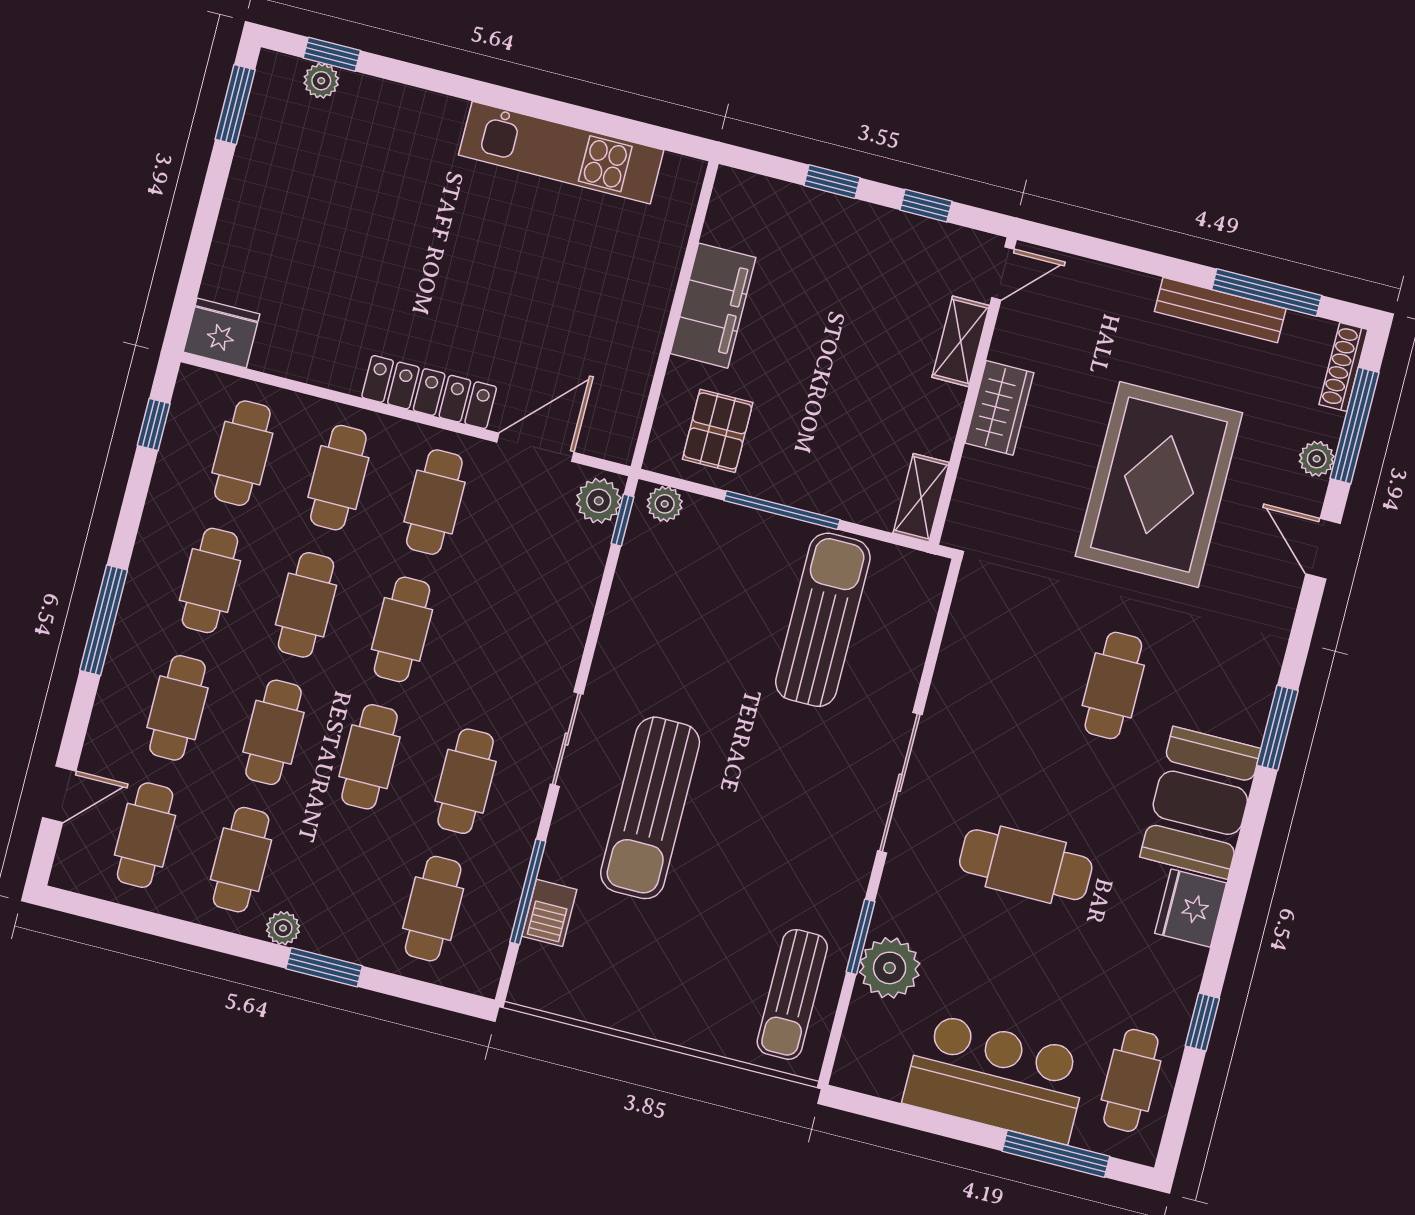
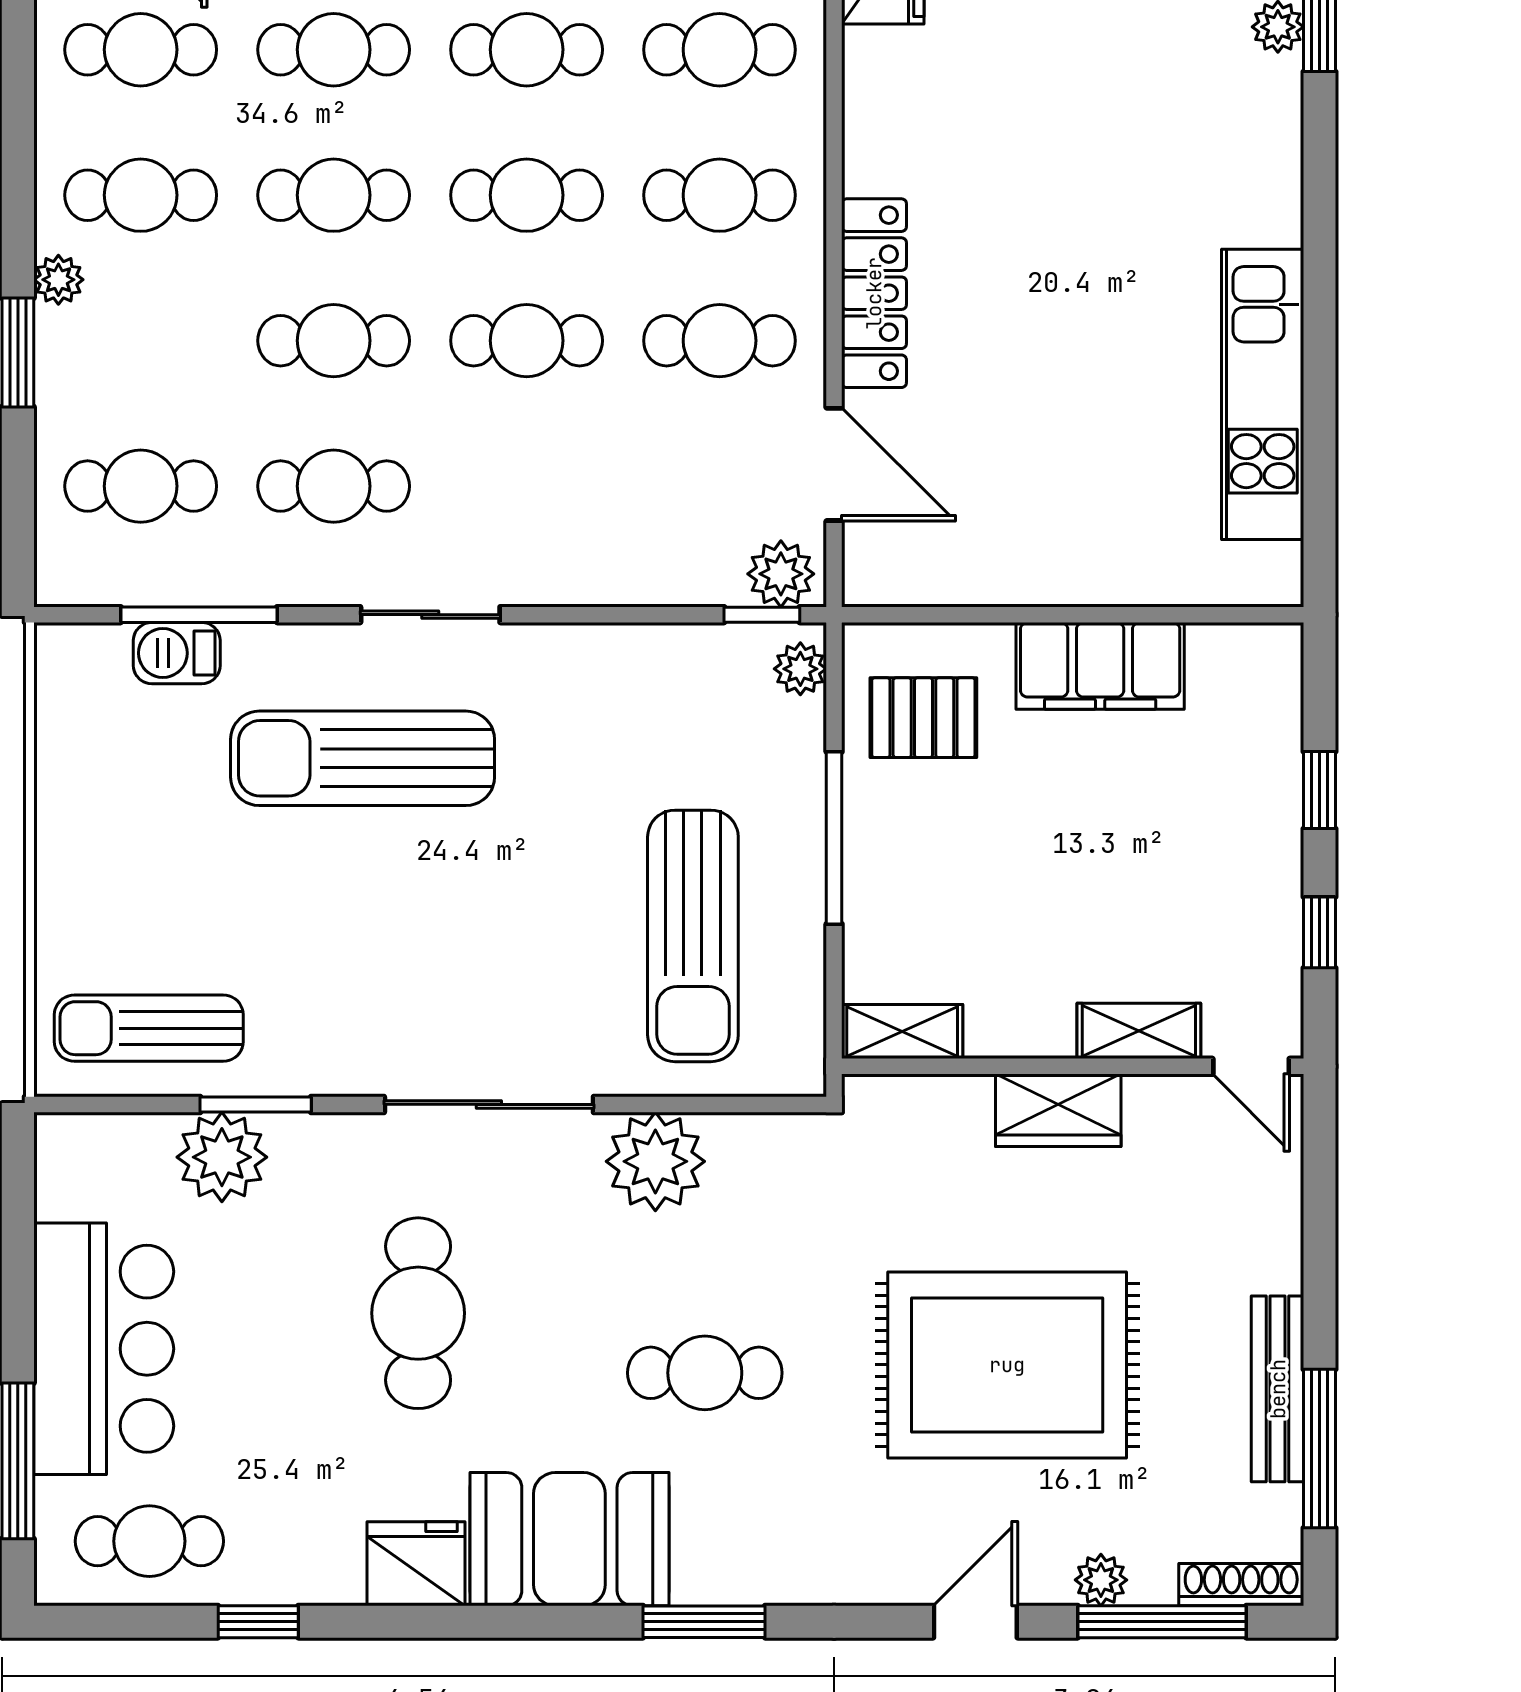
sun lounger: (823, 620) -> (693, 936), turned 90
plant: (965, 683) -> (655, 1161), added

